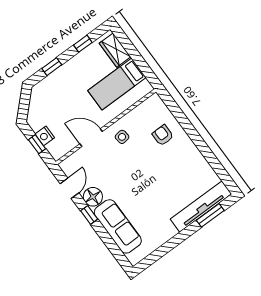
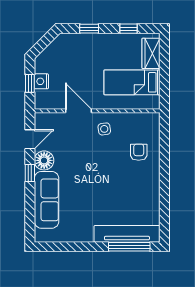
window: (210, 215) -> (129, 247), width x1.44

